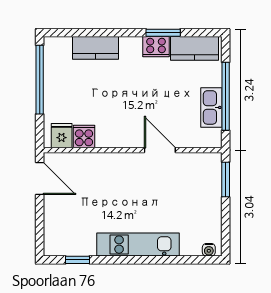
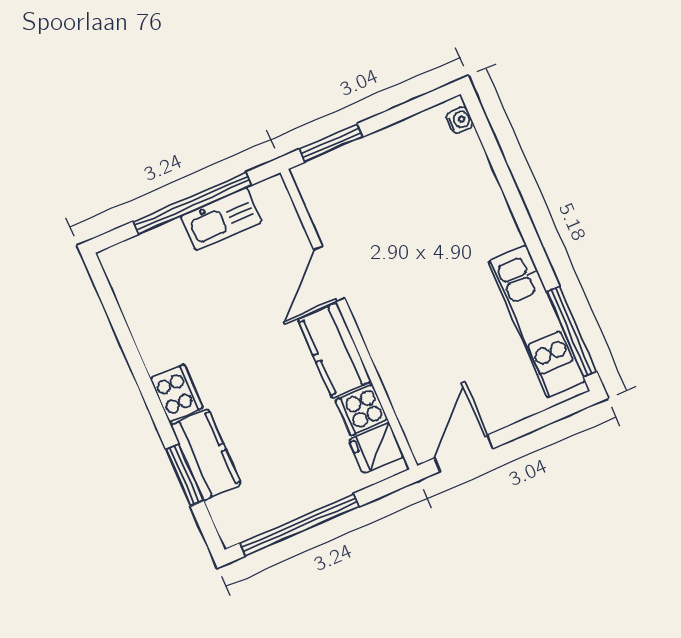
window: (163, 33) -> (185, 475), moved
cooker: (156, 47) -> (177, 393), moved
kitchen counter: (194, 48) -> (335, 351), moved, turned 180
kitchen unit: (138, 245) -> (537, 321), moved
window: (78, 260) -> (572, 331), width x2.17

